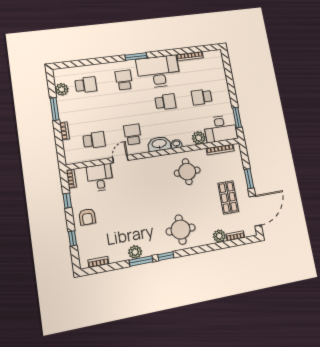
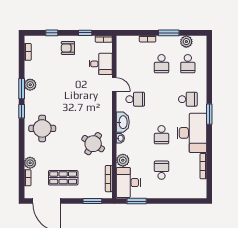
school desk: (94, 140) -> (162, 64), moved
round table: (187, 172) -> (93, 144), turned 32
window: (249, 179) -> (92, 201), moved

